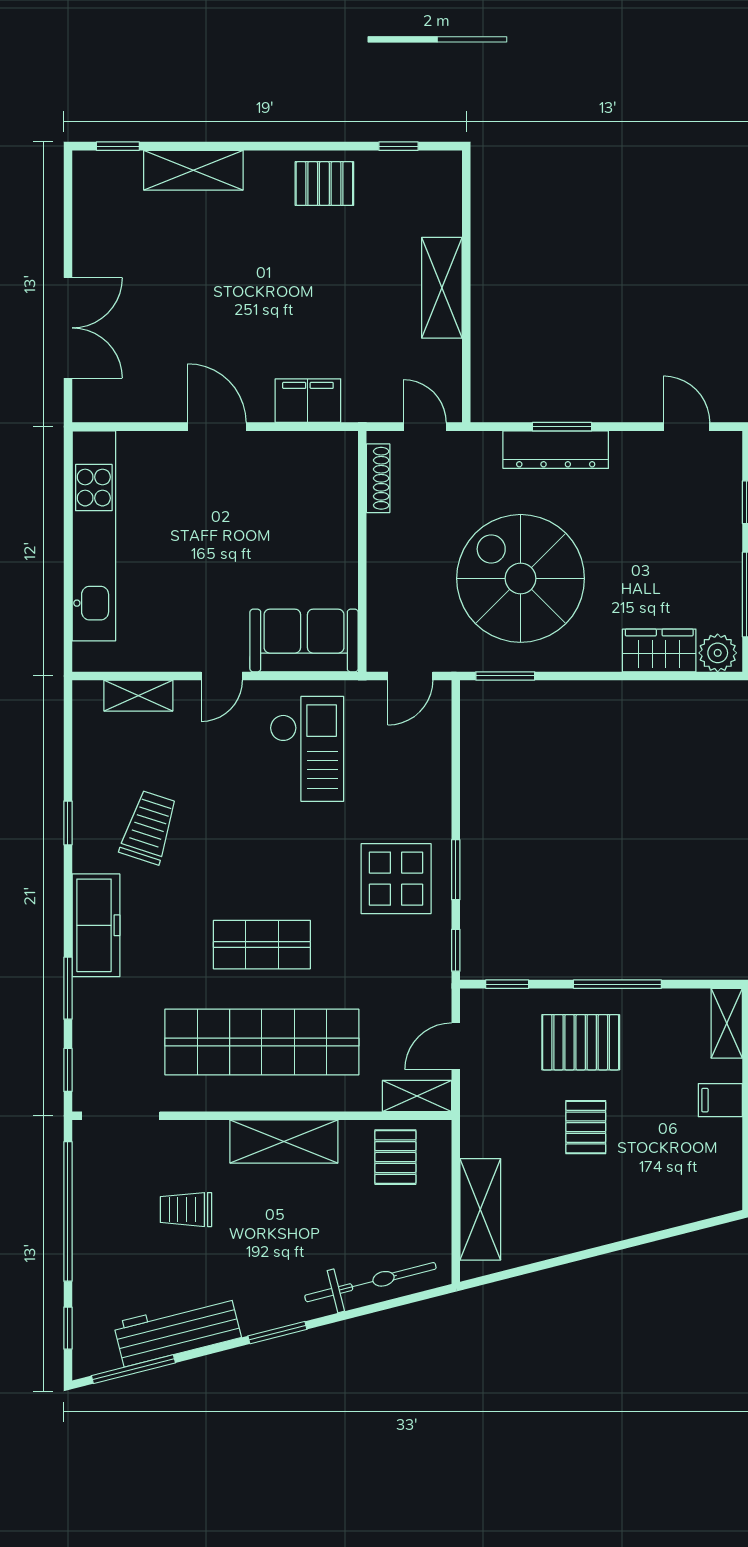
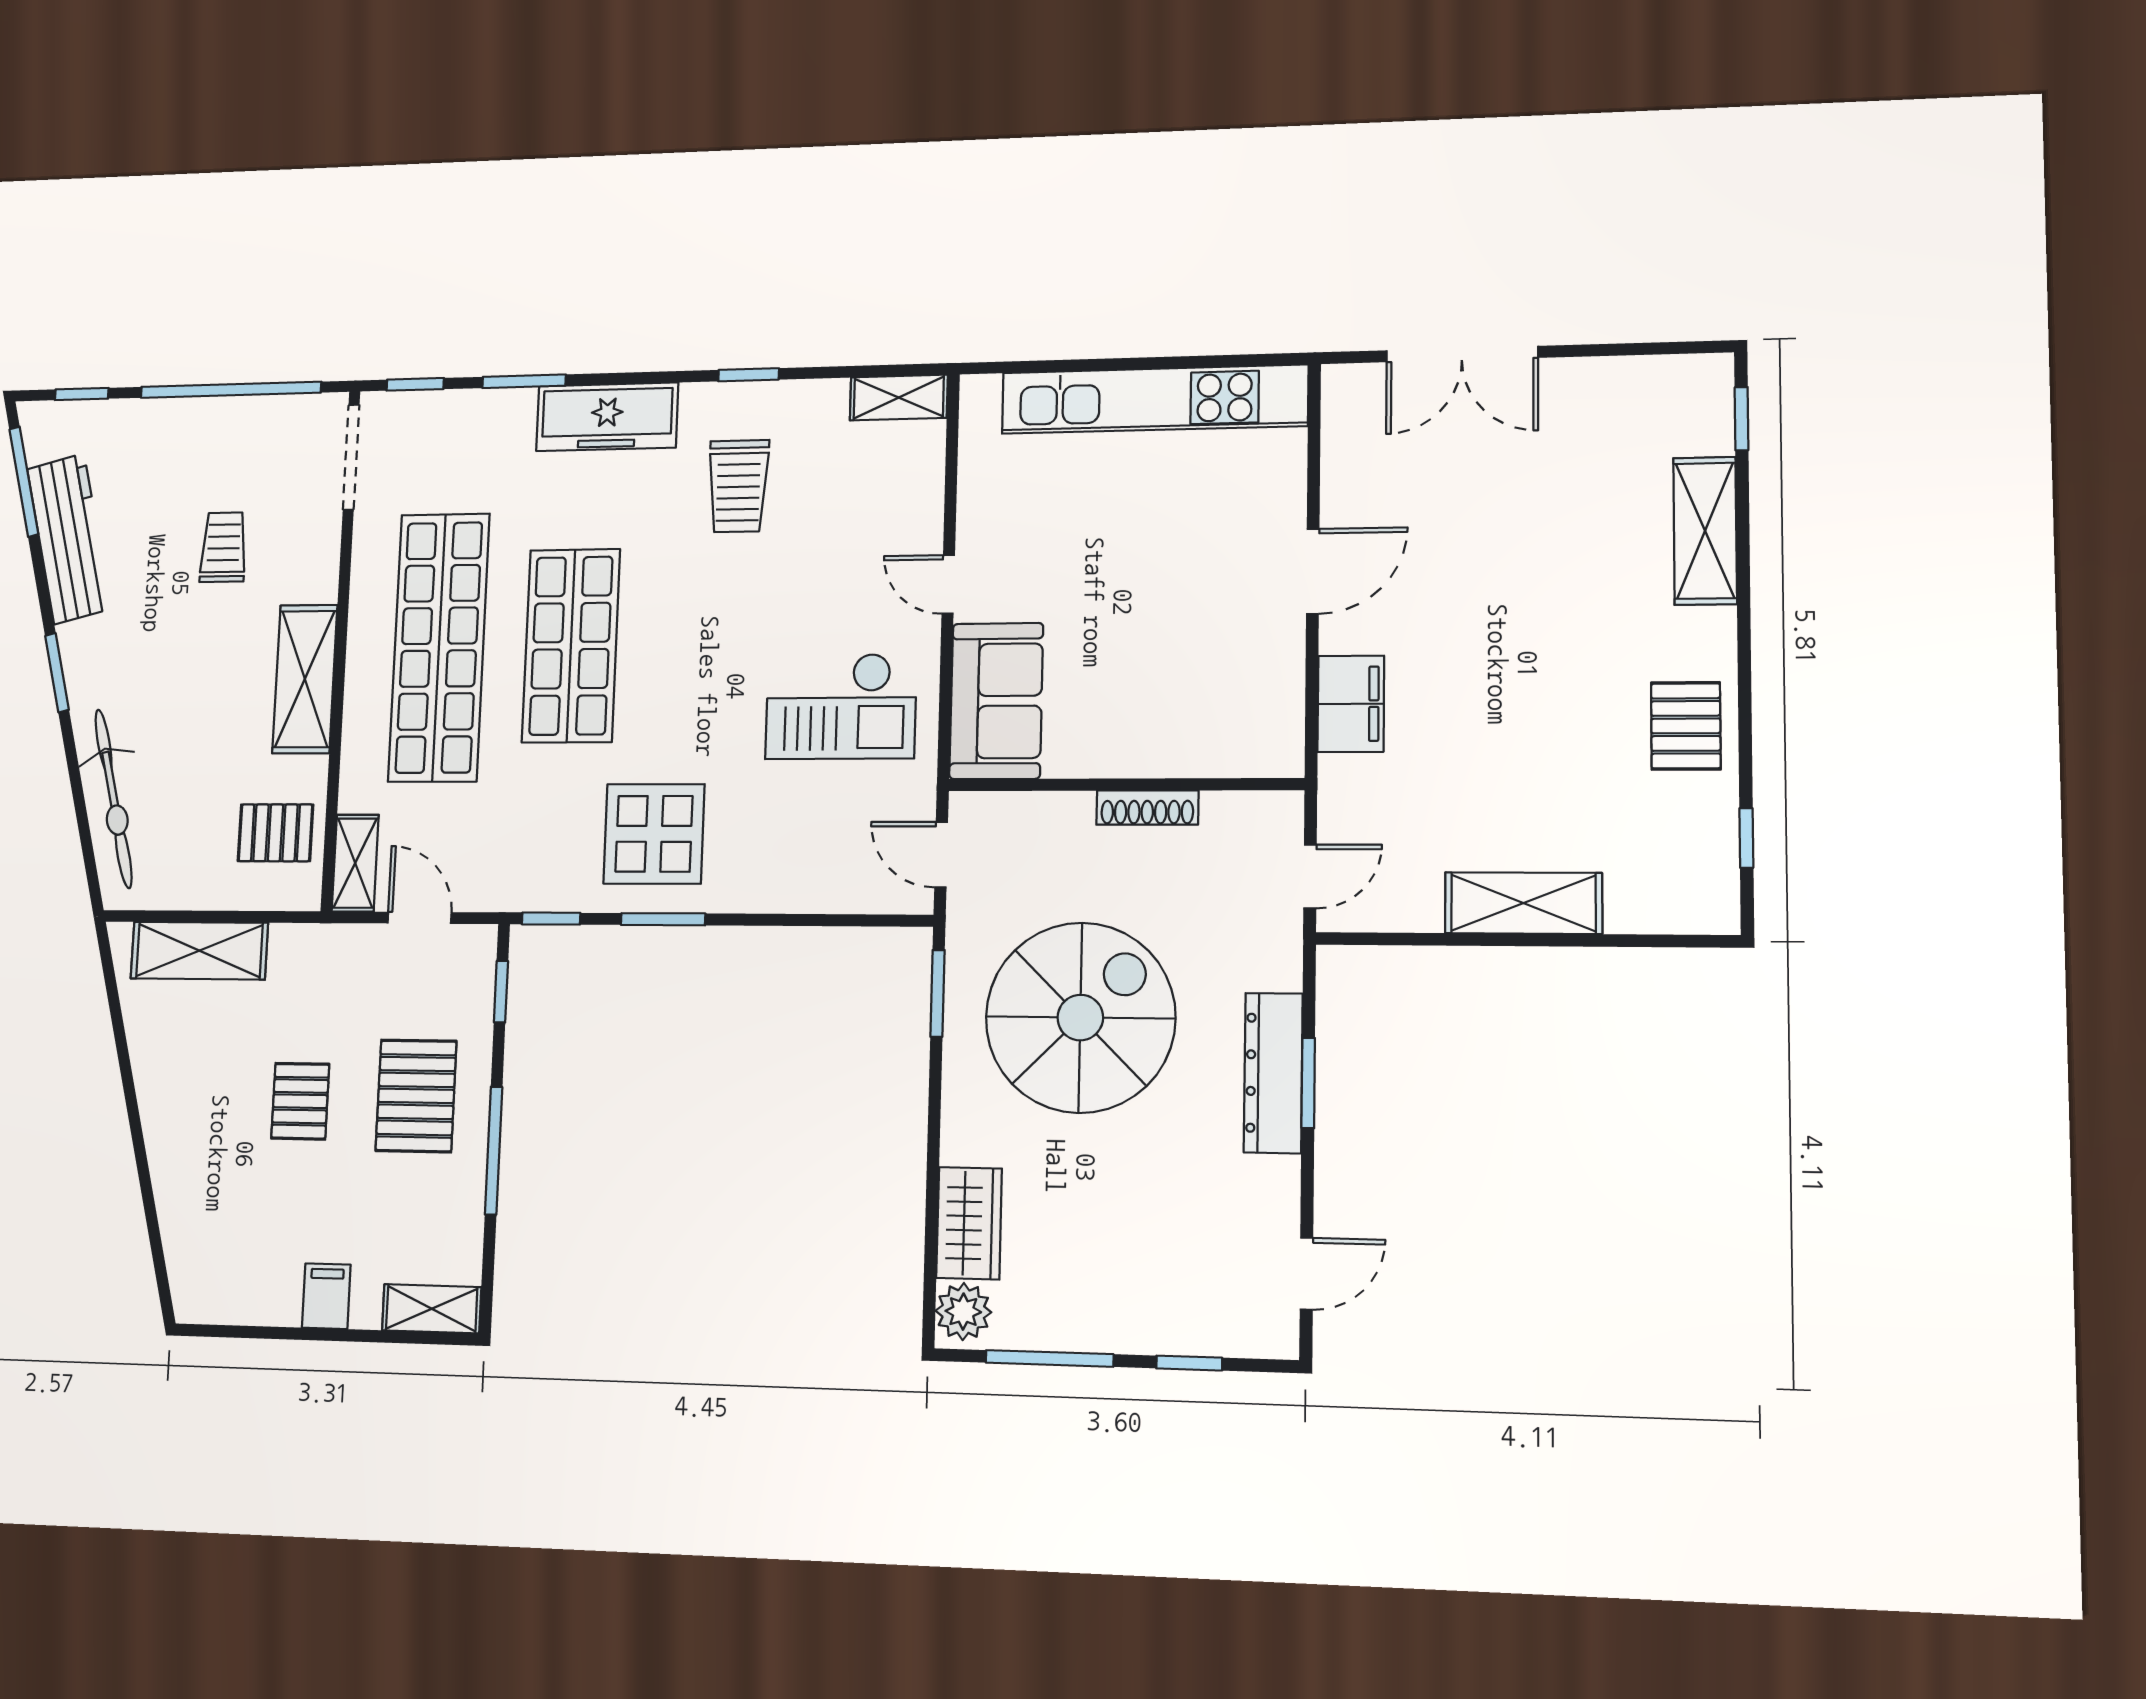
shoe rack: (378, 478) -> (1147, 808), moved
shelving: (138, 696) -> (899, 398), moved, turned 90
trolley: (149, 827) -> (738, 486), turned 72
shop shelf: (262, 945) -> (571, 646), width x1.43, depth x1.36
pallet: (586, 1127) -> (300, 1101), turned 90

